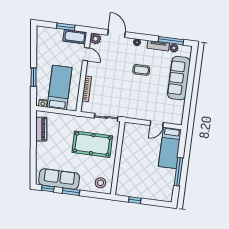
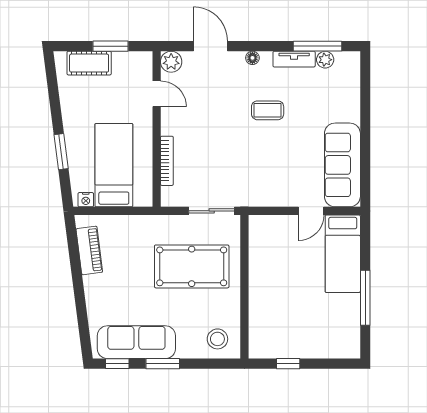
cot: (75, 37) -> (89, 63), moved
sofa: (179, 78) -> (342, 165), moved

